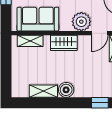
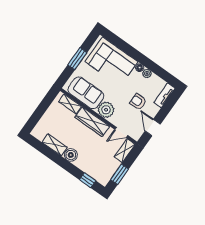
plant: (81, 22) -> (106, 110), moved
wardrobe: (64, 43) -> (92, 122), width x1.50

